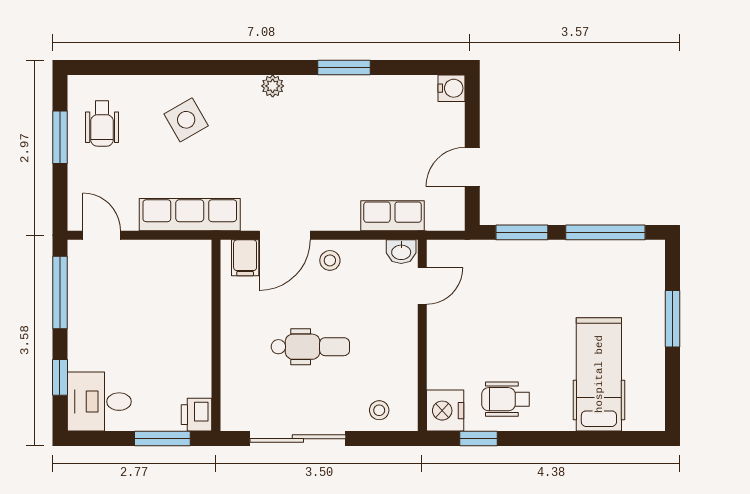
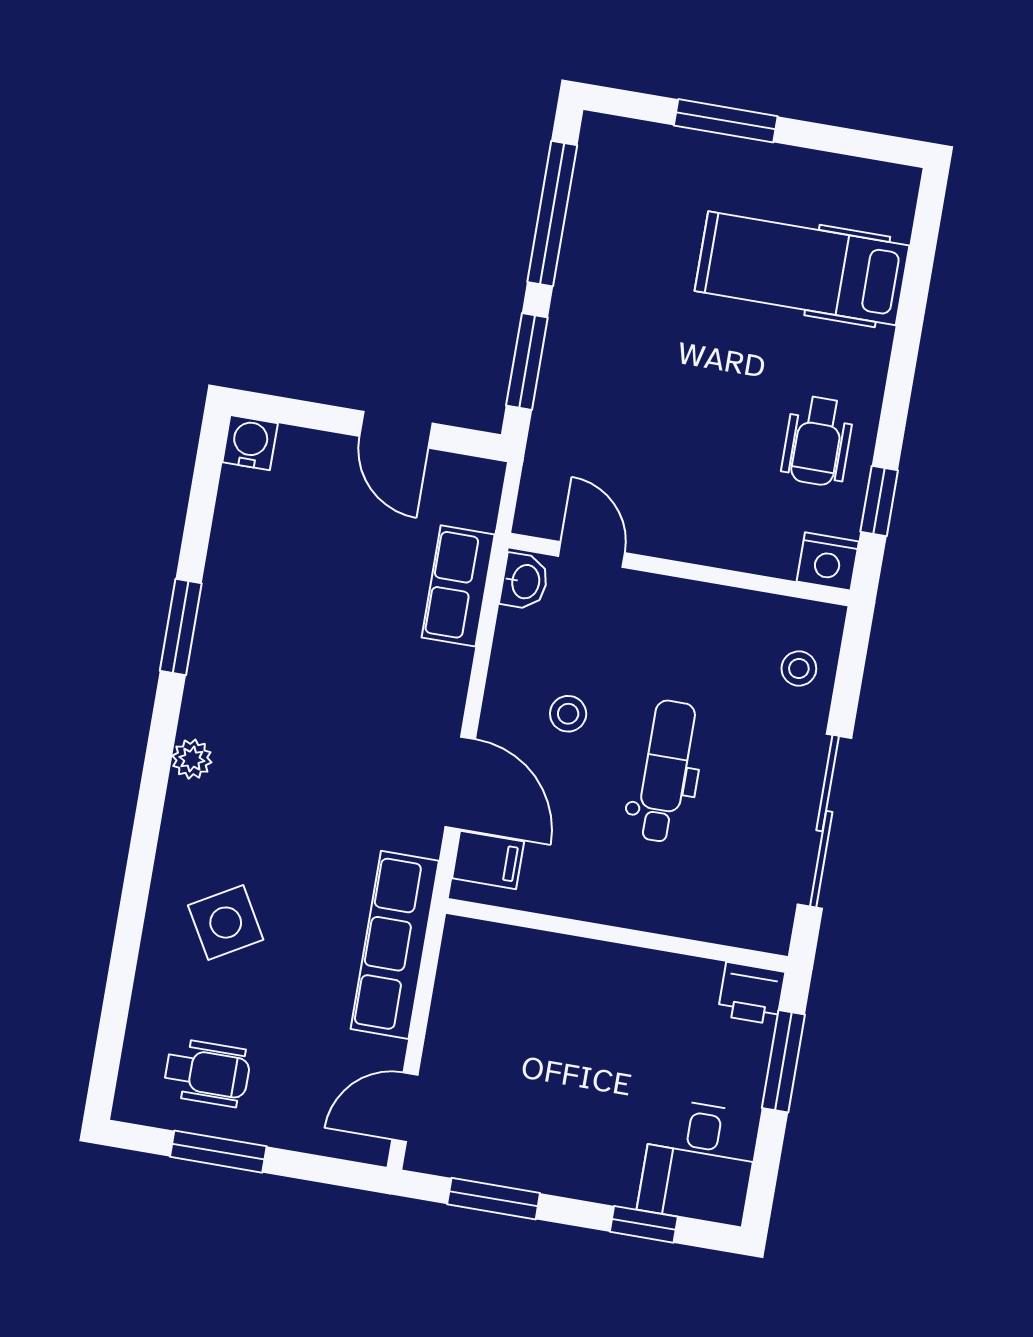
stool: (330, 260) -> (568, 714), moved
window: (60, 293) -> (494, 1199), width x0.69
nightstand: (445, 411) -> (828, 561), width x0.74, depth x0.75

